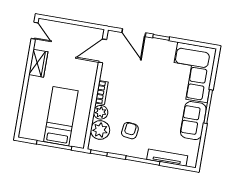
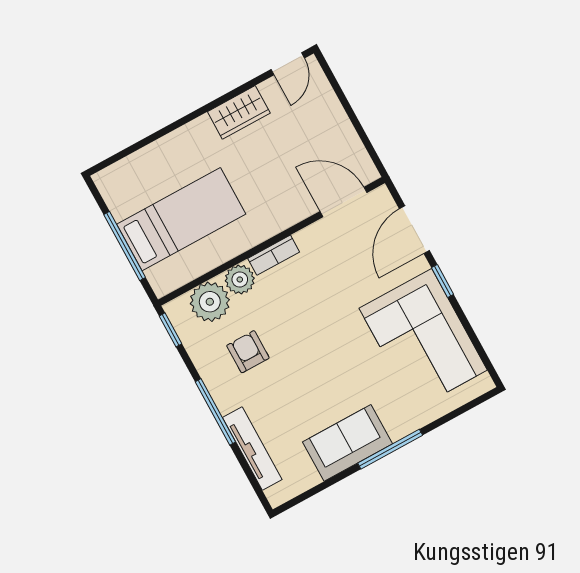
corner sofa: (192, 72) -> (423, 339), moved, turned -90
armchair: (130, 131) -> (248, 352), turned -97

